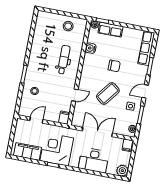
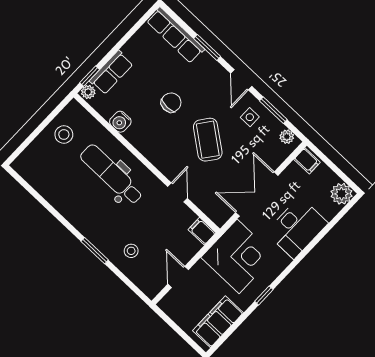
dental chair: (64, 60) -> (112, 175), width x1.36, depth x1.38
corner desk: (57, 149) -> (238, 256), moved, turned 180

